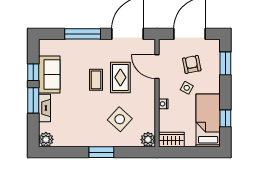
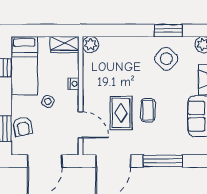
armchair: (192, 64) -> (23, 126), moved
side table: (120, 119) -> (166, 59), moved
window: (101, 152) -> (168, 30), moved

